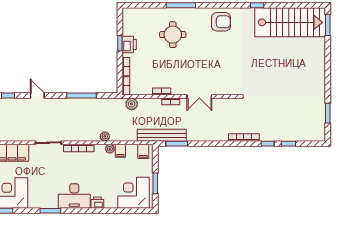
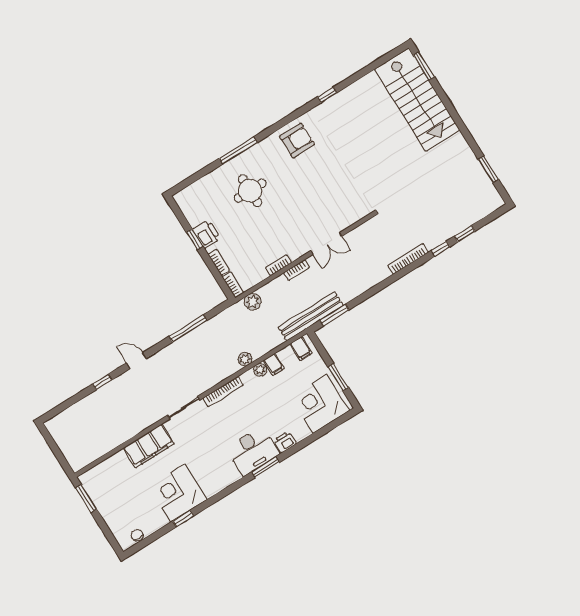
stairs: (290, 22) -> (417, 100), moved, turned 90
window: (50, 211) -> (265, 467), moved

